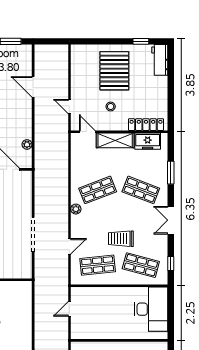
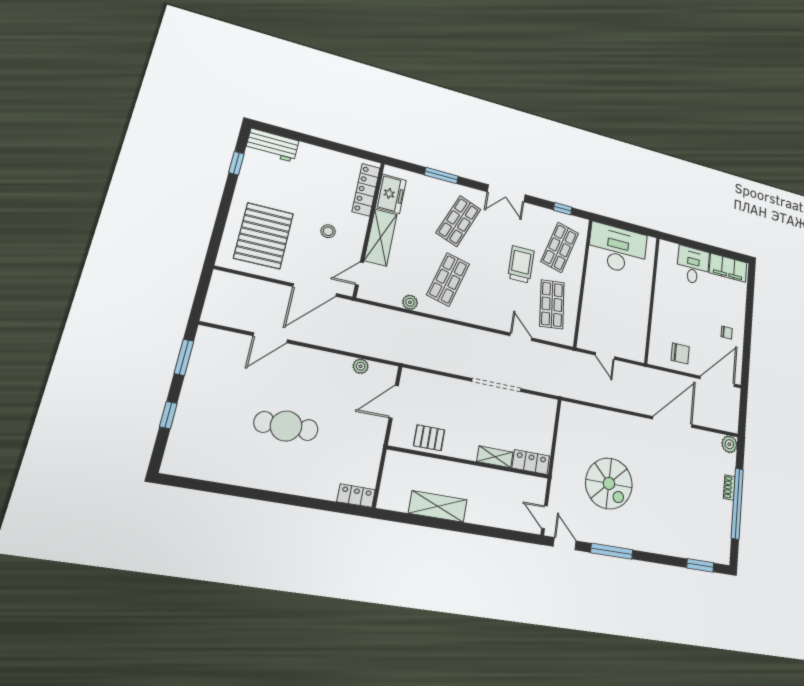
pallet: (114, 71) -> (264, 236), moved, turned 90
door: (69, 107) -> (315, 290), width x1.87
shop shelf: (98, 190) -> (448, 279), turned 36
plant: (76, 209) -> (410, 302), moved
trolley: (121, 239) -> (521, 264), turned 180

